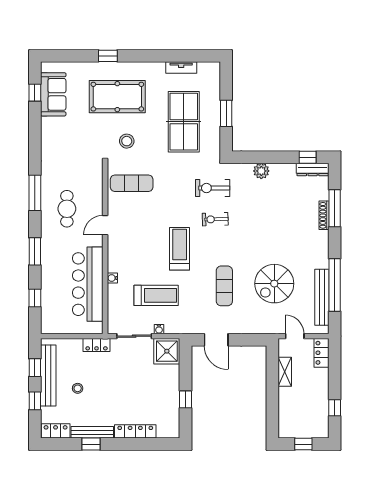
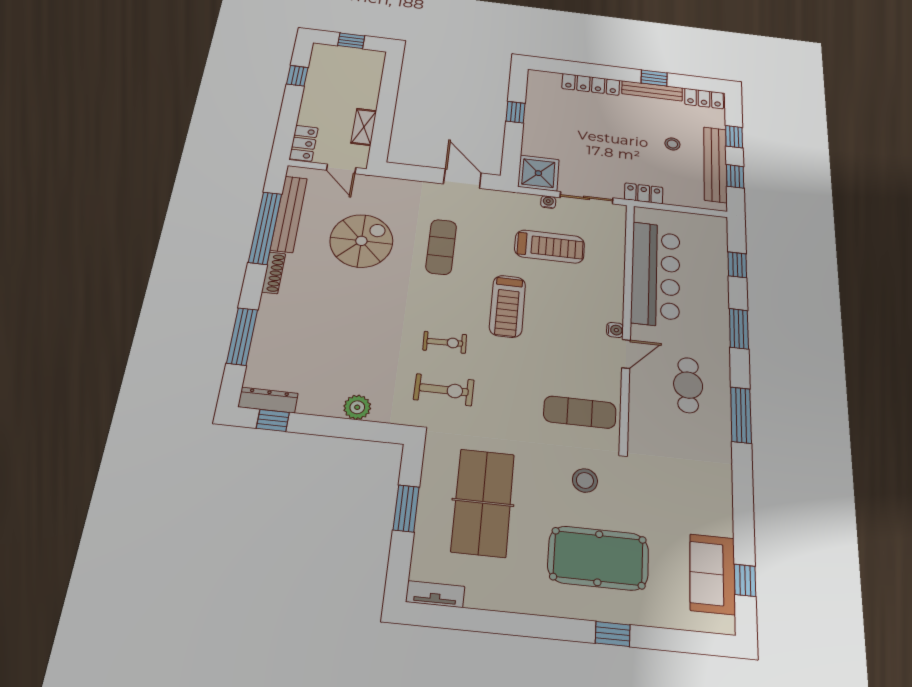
tv unit: (181, 68) -> (435, 594), moved
shoe rack: (324, 215) -> (274, 273), moved
water cooler: (112, 278) -> (615, 330), moved
treadmill: (156, 295) -> (550, 247), turned 180

